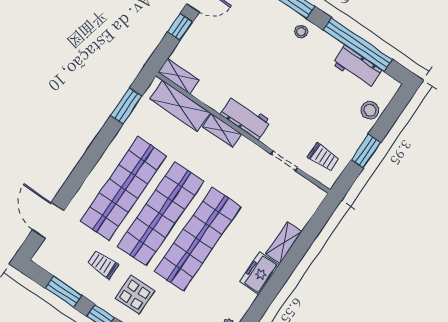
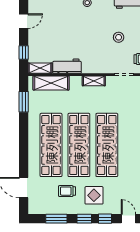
window: (180, 27) -> (24, 53), moved
stool: (311, 106) -> (119, 37), added
workbench: (246, 118) -> (67, 66), moved
shelving: (222, 131) -> (94, 81), moved

